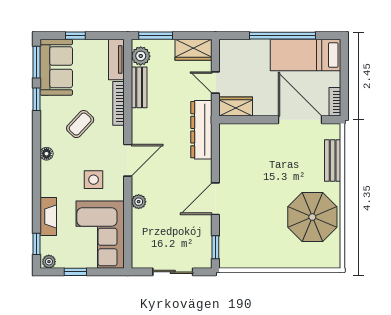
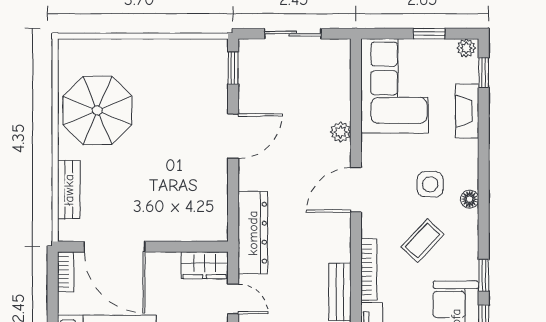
side table: (94, 180) -> (430, 184), moved

